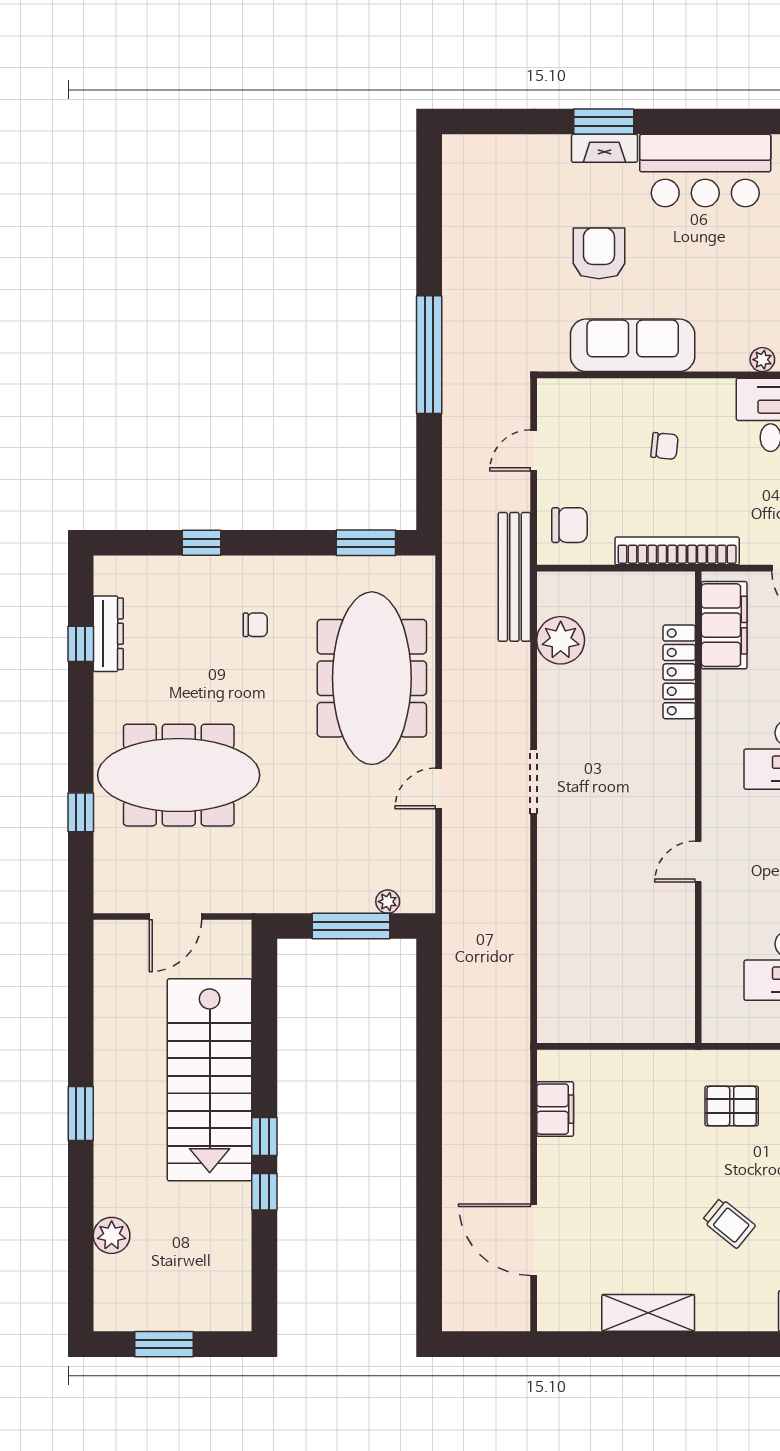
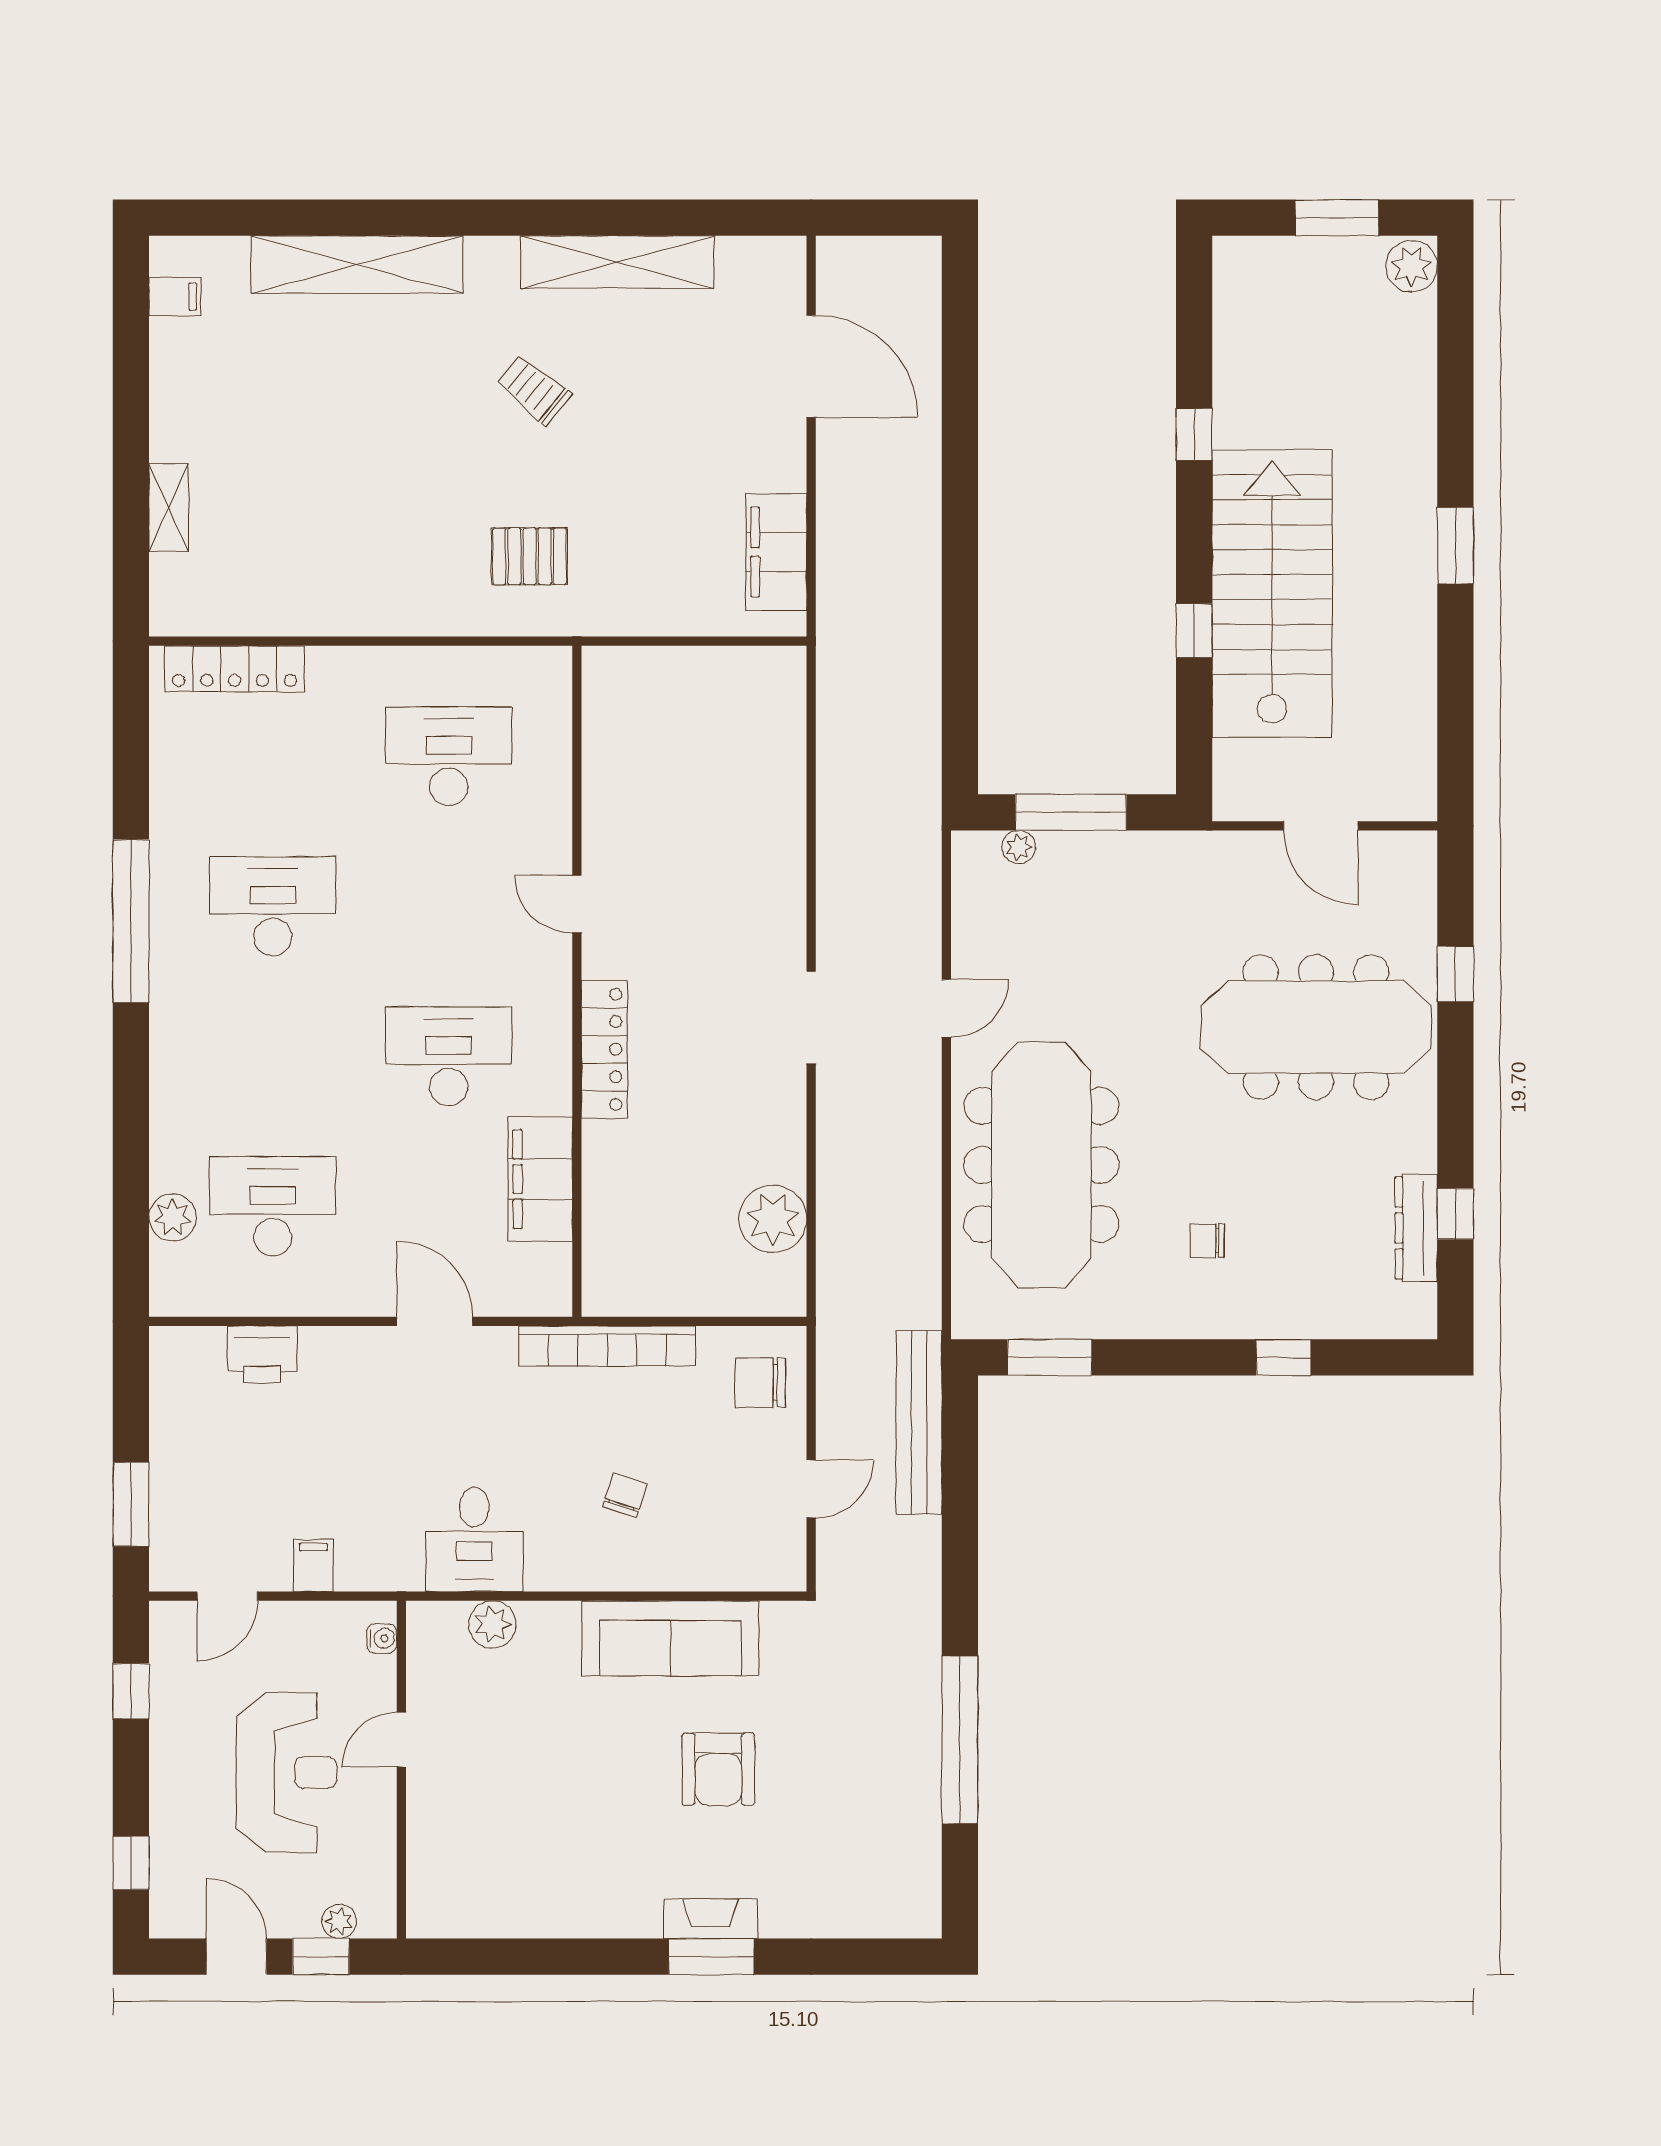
bar counter: (705, 170) -> (567, 1887), removed
window: (429, 355) -> (960, 1740), moved
plant: (762, 360) -> (492, 1624), width x1.38, depth x1.38
chair: (665, 446) -> (625, 1495), turned 102
bench: (514, 577) -> (919, 1423), moved
filing cabinet: (724, 625) -> (540, 1179), moved
locker: (679, 672) -> (604, 1049), moved
door: (698, 862) -> (577, 904), swing flipped
door: (175, 917) -> (1321, 826), swing flipped
filing cabinet: (555, 1109) -> (776, 552), width x1.50, depth x1.17
window: (264, 1137) -> (1194, 631), moved
plant: (112, 1235) -> (1412, 266), moved
shelving: (648, 1313) -> (617, 262), width x1.47

